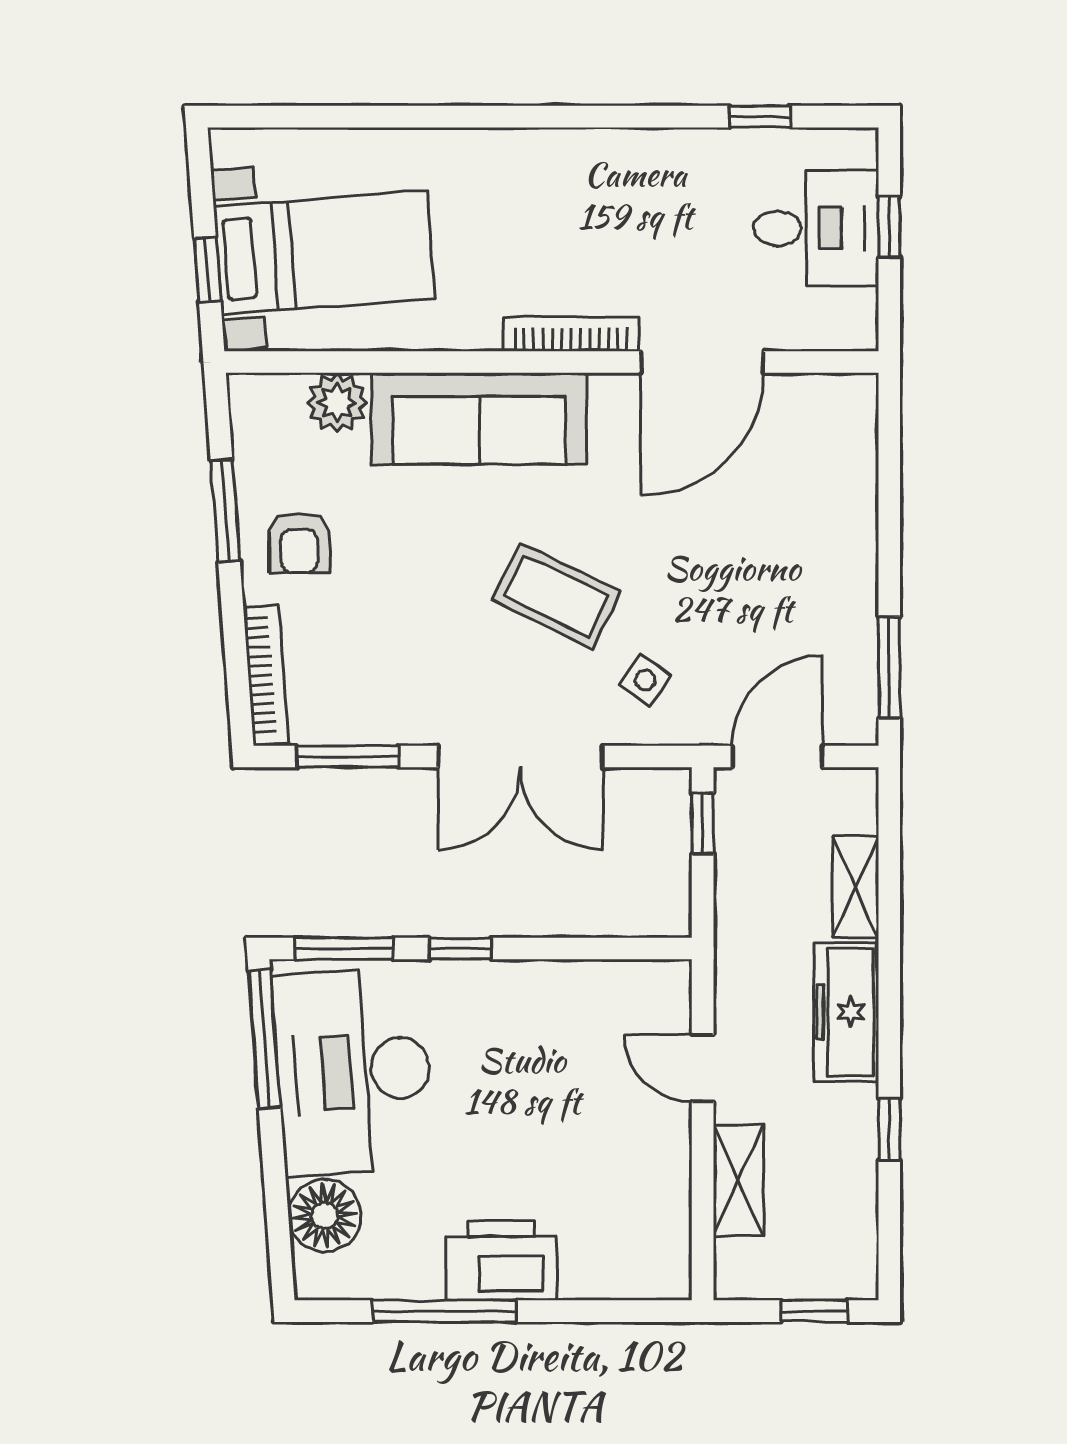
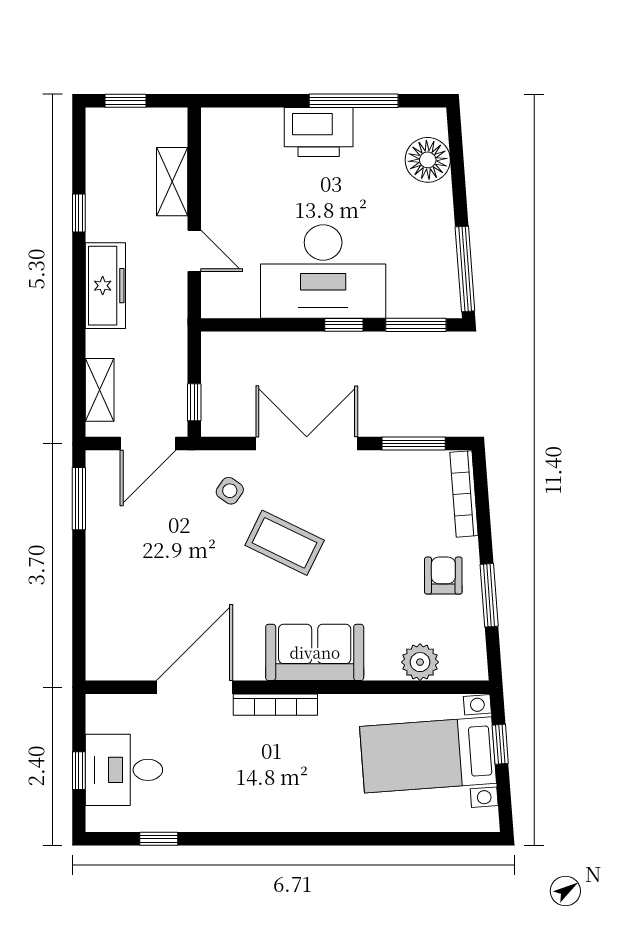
sofa: (479, 418) -> (315, 652), width x0.73
shelving: (856, 887) -> (100, 390), moved
desk: (353, 1071) -> (323, 271), moved, turned 94

